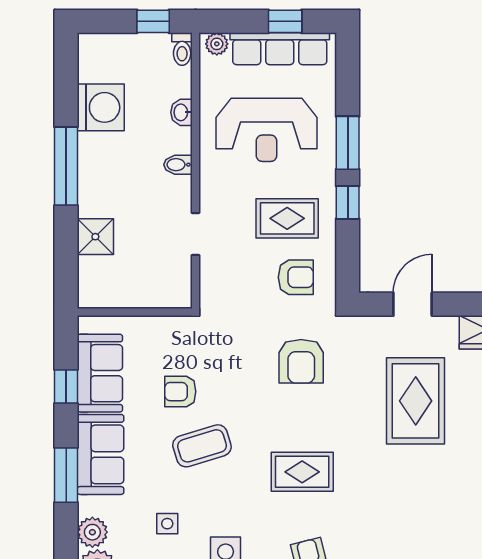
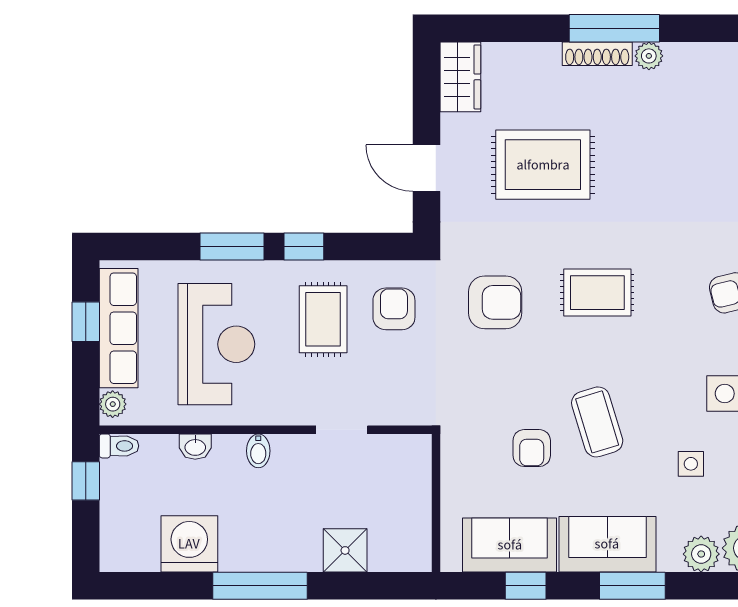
rug: (302, 472) -> (597, 293), moved, turned 90

